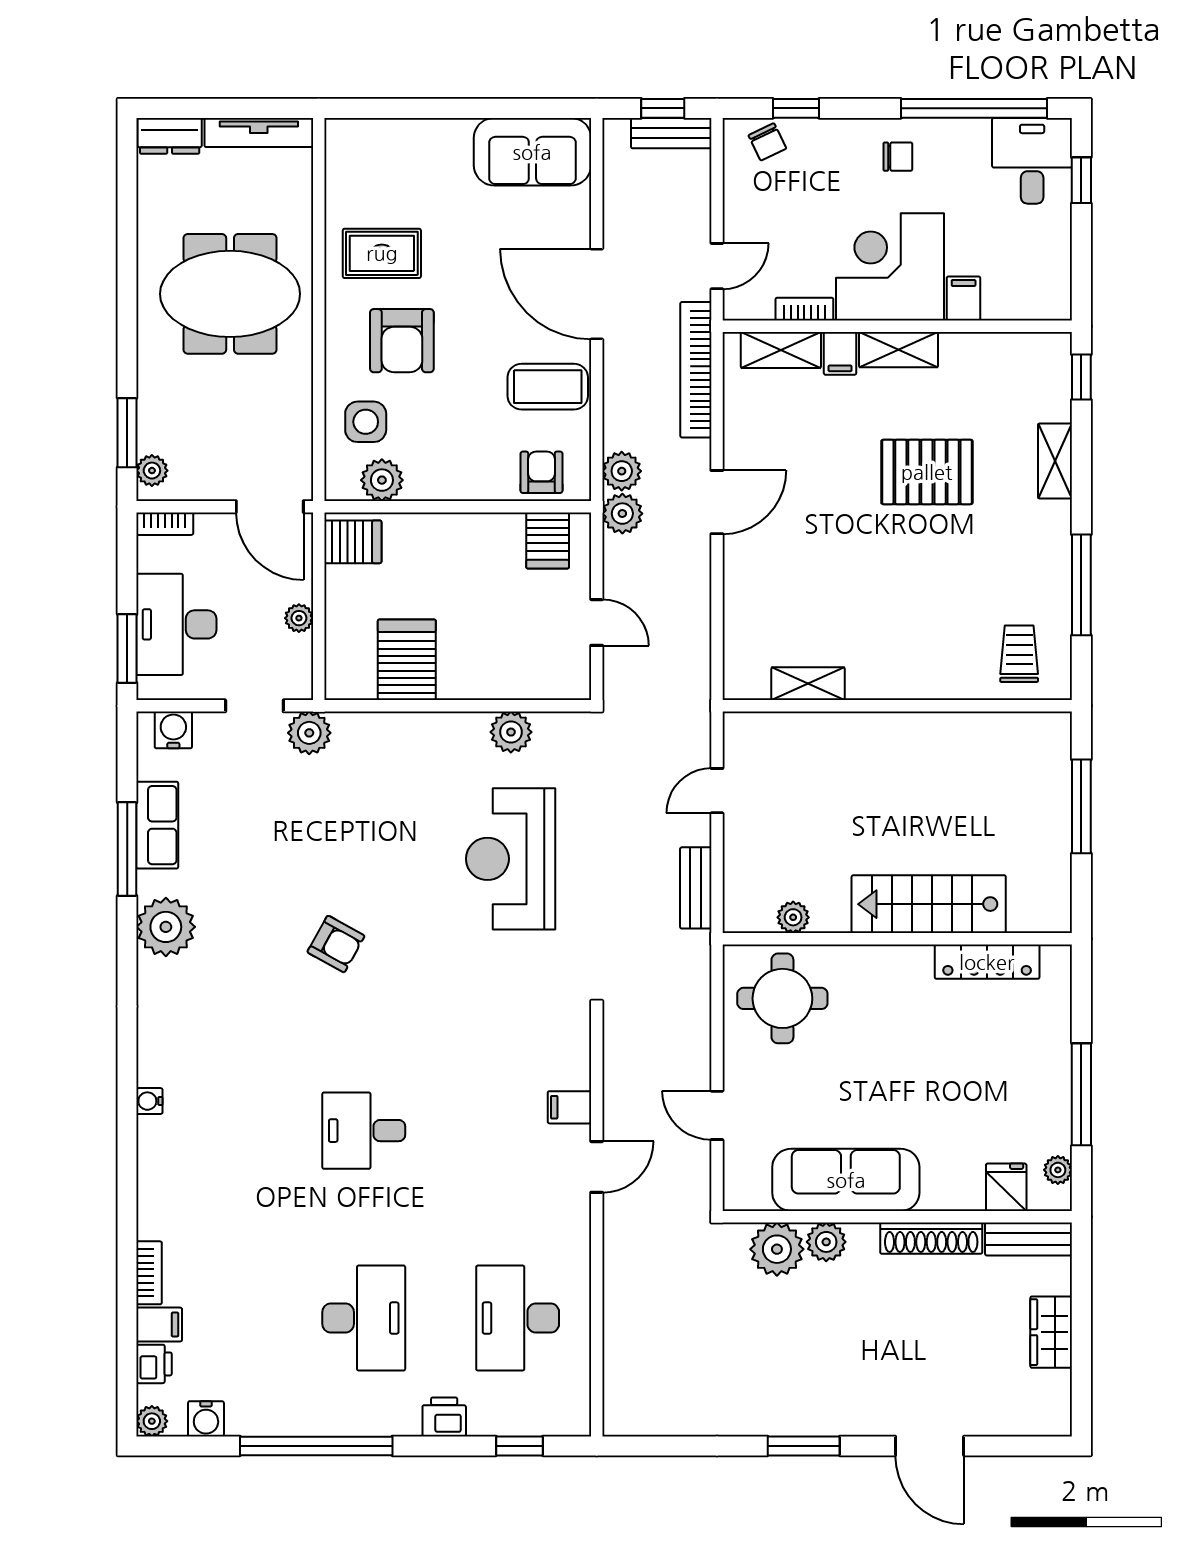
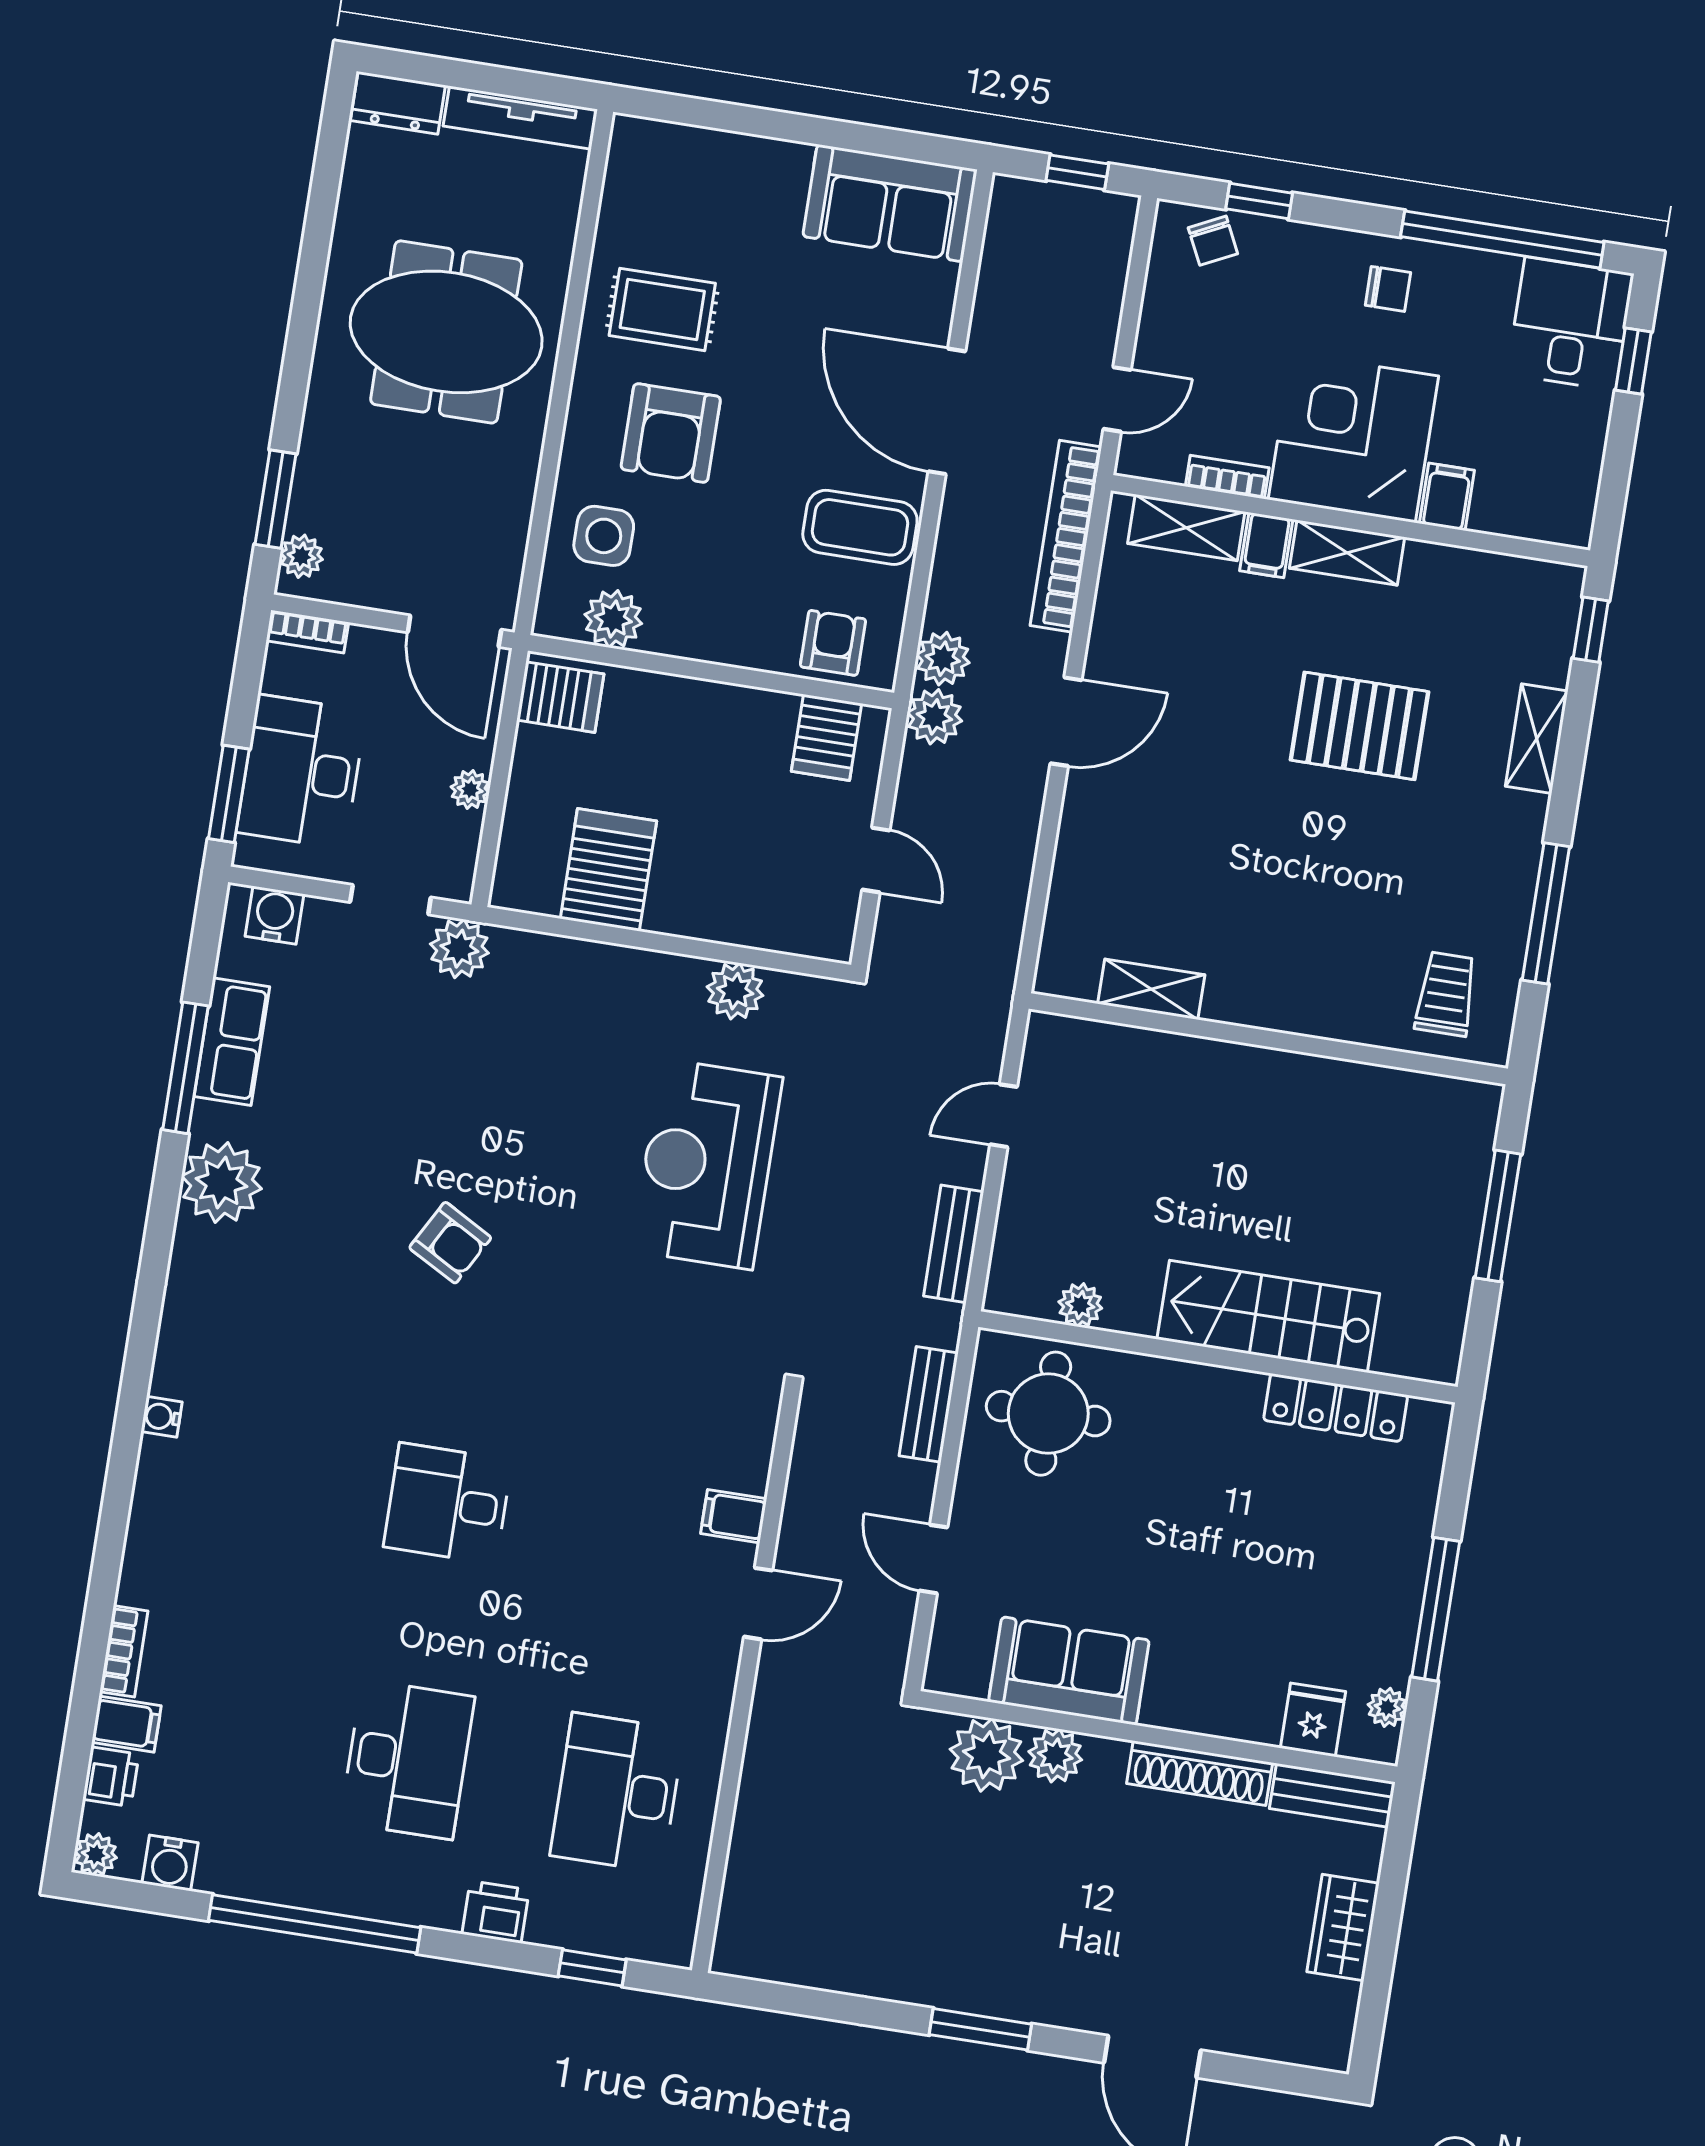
bench: (671, 133) -> (929, 1404), moved, turned 90
sofa: (846, 1180) -> (1069, 1671), width x0.73

